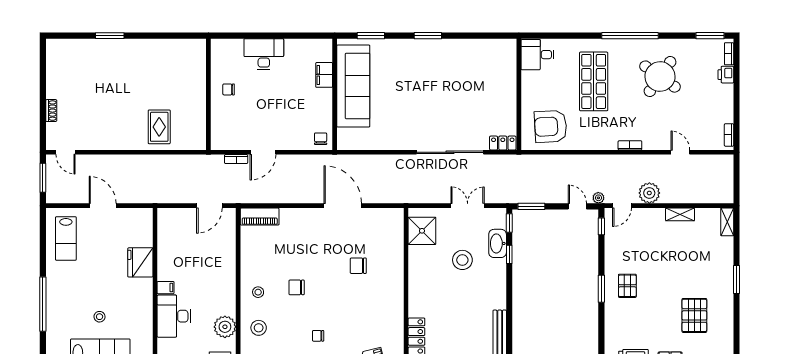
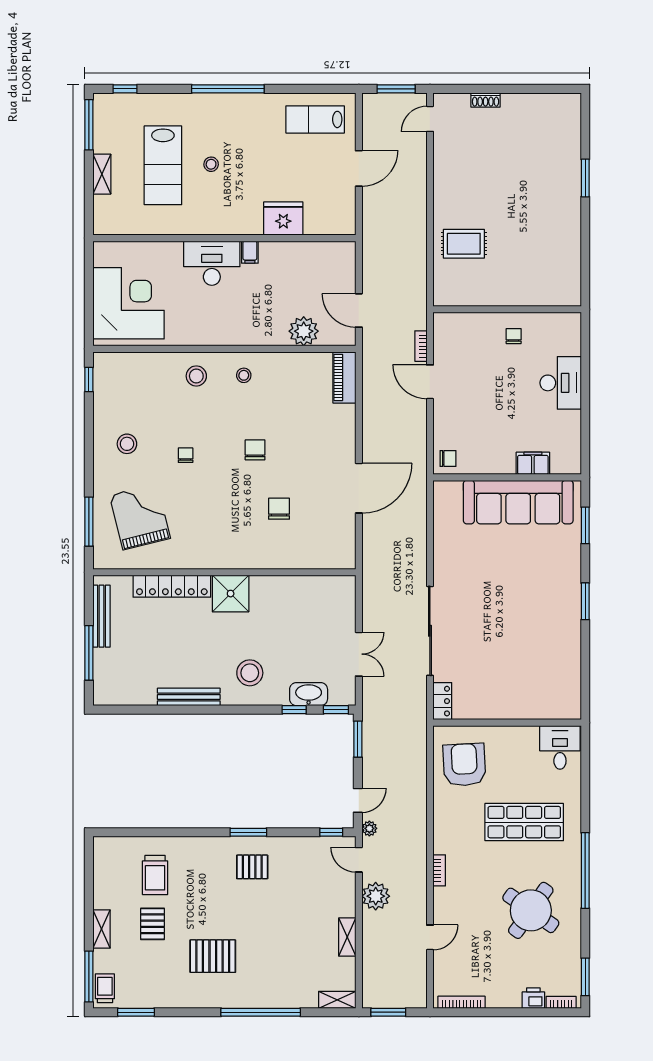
bookcase: (729, 135) -> (462, 1002), width x1.56
window: (736, 184) -> (388, 1012), added
shower: (422, 231) -> (231, 594), moved
stool: (462, 260) -> (250, 673), moved
window: (736, 279) -> (261, 1012), width x2.11
chair: (297, 287) -> (255, 450), moved
plant: (225, 327) -> (304, 331), moved

